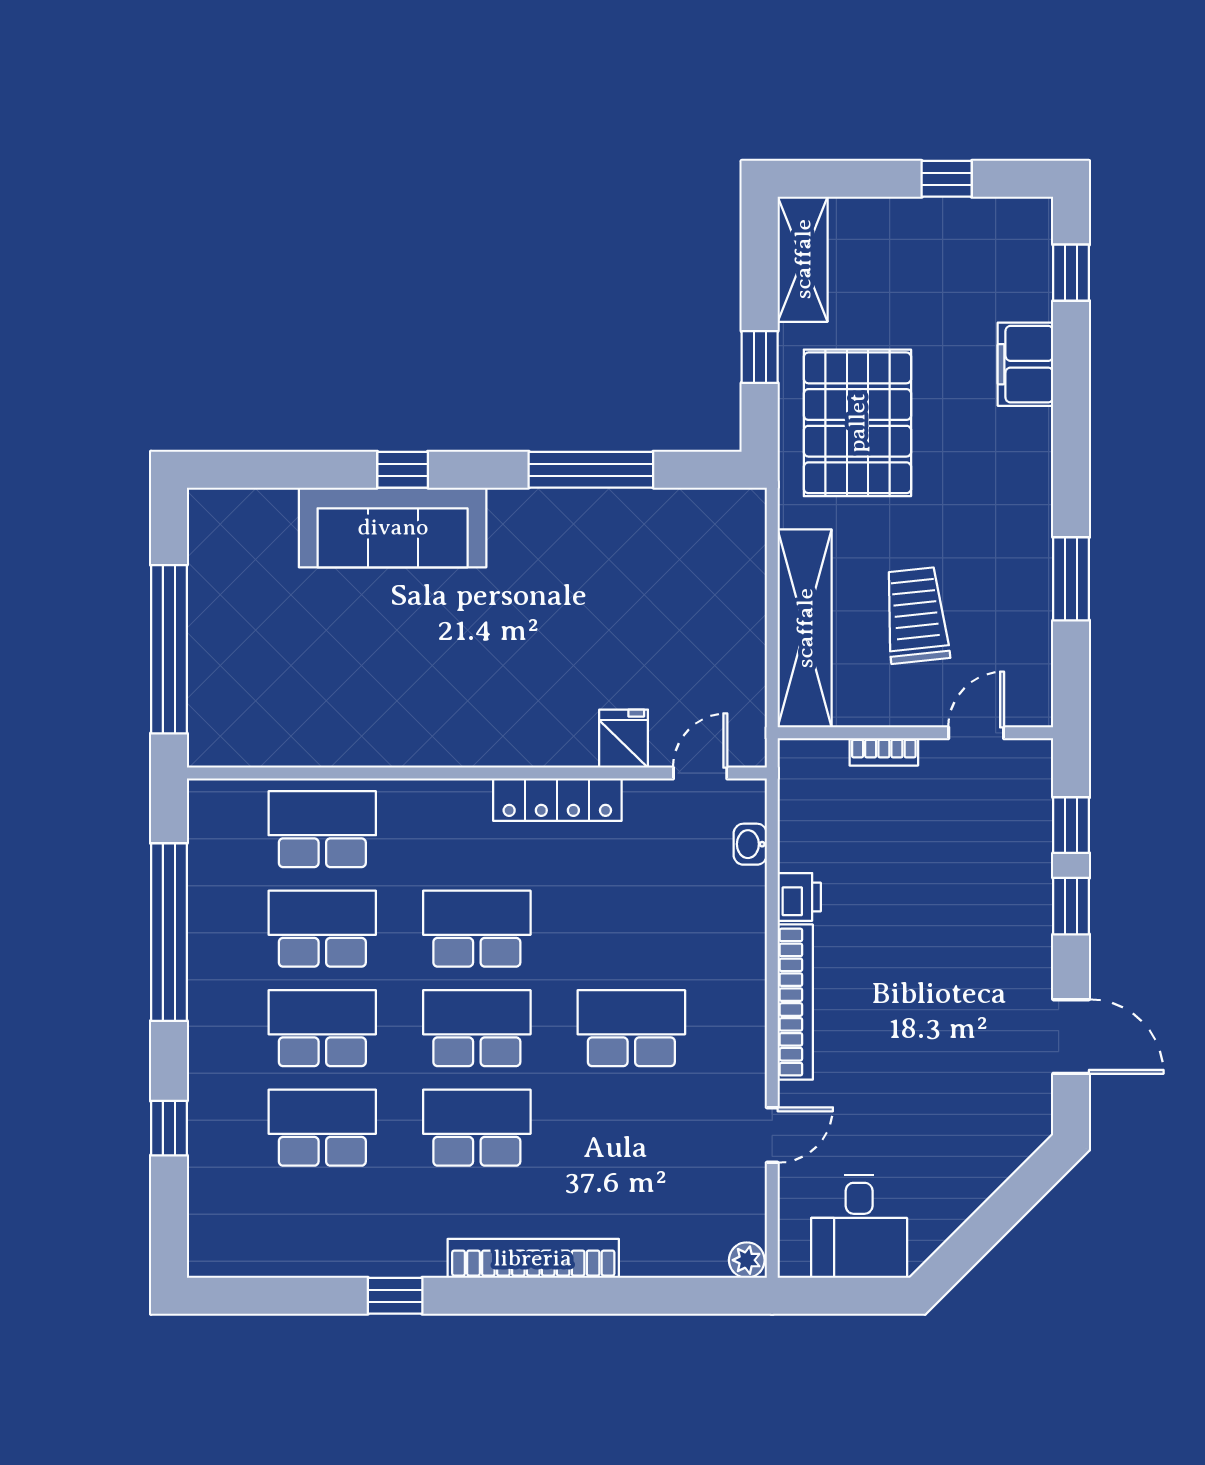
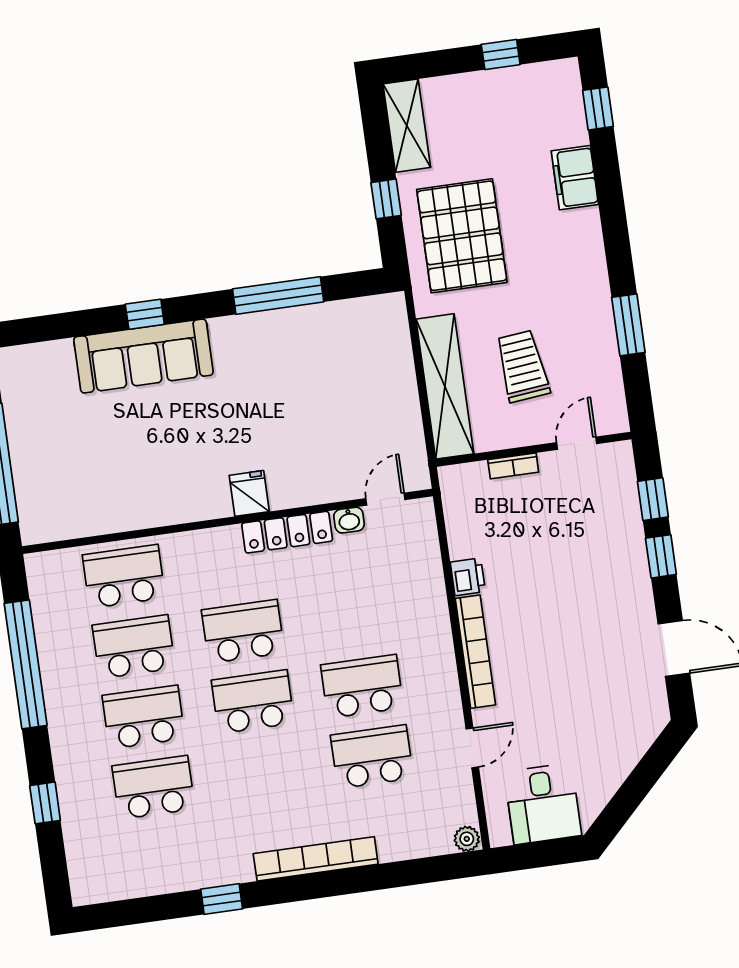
fridge: (624, 739) -> (249, 493), moved
washbasin: (750, 844) -> (349, 520), moved, turned -90
school desk: (477, 1128) -> (372, 757), moved

